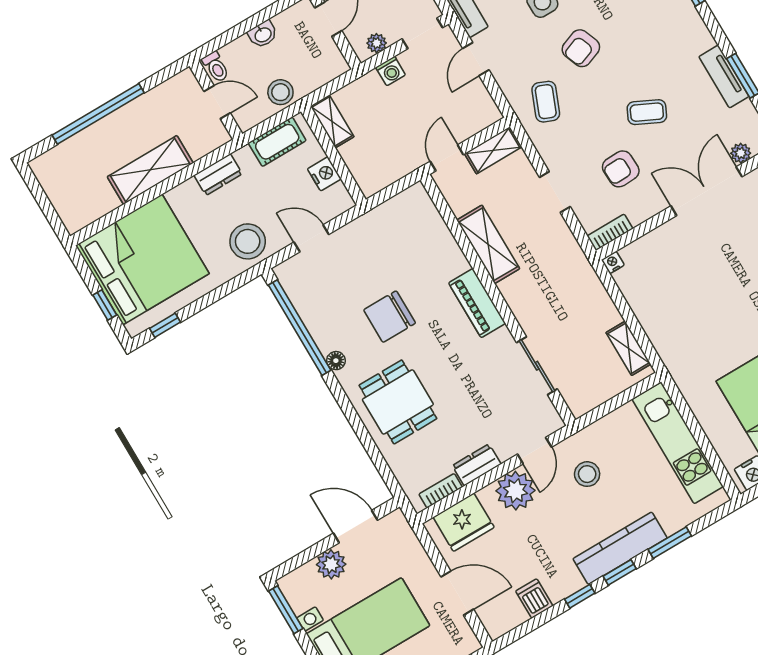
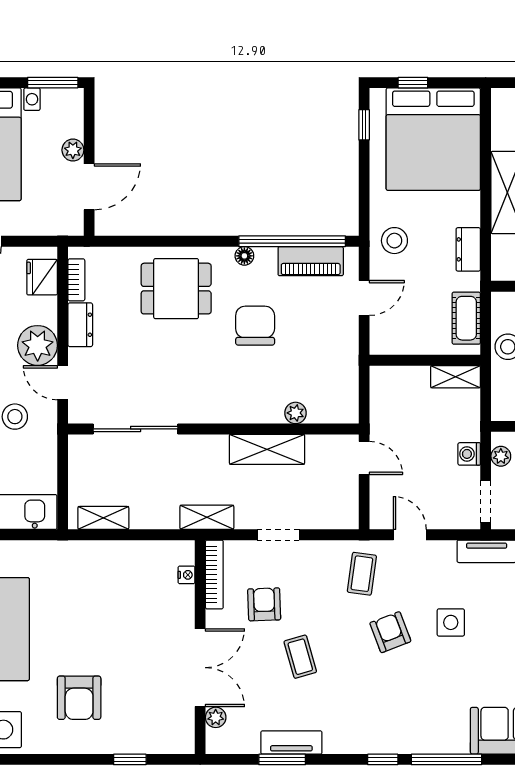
door: (476, 59) -> (410, 535), moved
coffee table: (546, 102) -> (362, 574), turned 76
coffee table: (647, 112) -> (300, 657), turned -42
shelving: (493, 150) -> (207, 517), moved, turned 90
nightstand: (324, 174) -> (414, 343), removed
bookcase: (610, 232) -> (214, 574), width x1.56
plant: (443, 238) -> (296, 413), added
stool: (248, 241) -> (394, 241), width x0.73, depth x0.73
nightstand: (613, 262) -> (187, 575), moved
piano: (477, 303) -> (311, 261), moved, turned 180
sliding door: (537, 366) -> (136, 429), width x1.37
fridge: (464, 522) -> (42, 277), width x0.73, depth x0.75
plant: (331, 564) -> (73, 150), width x0.73, depth x0.73

